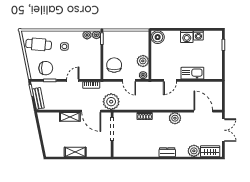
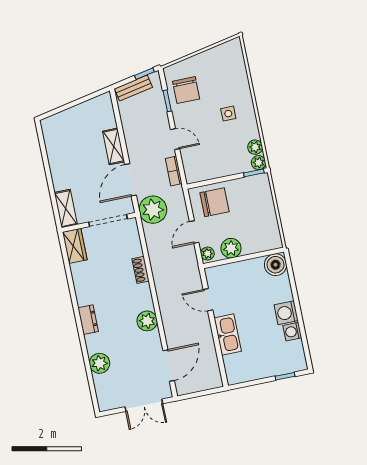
cafe table: (39, 44) -> (223, 70), removed
wardrobe: (210, 151) -> (75, 246), moved
shelving: (75, 152) -> (66, 209), moved

